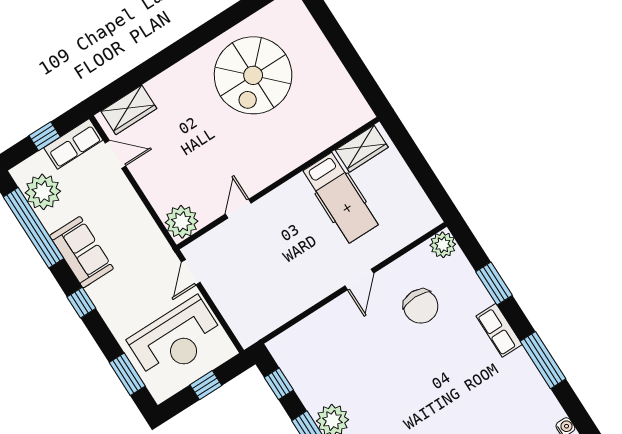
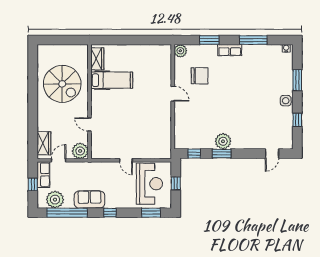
wardrobe: (362, 149) -> (97, 59), moved
wall: (278, 183) -> (90, 102), moved
hospital bed: (341, 198) -> (112, 80), moved
door: (238, 209) -> (90, 124), moved
plant: (182, 222) -> (80, 151), moved

